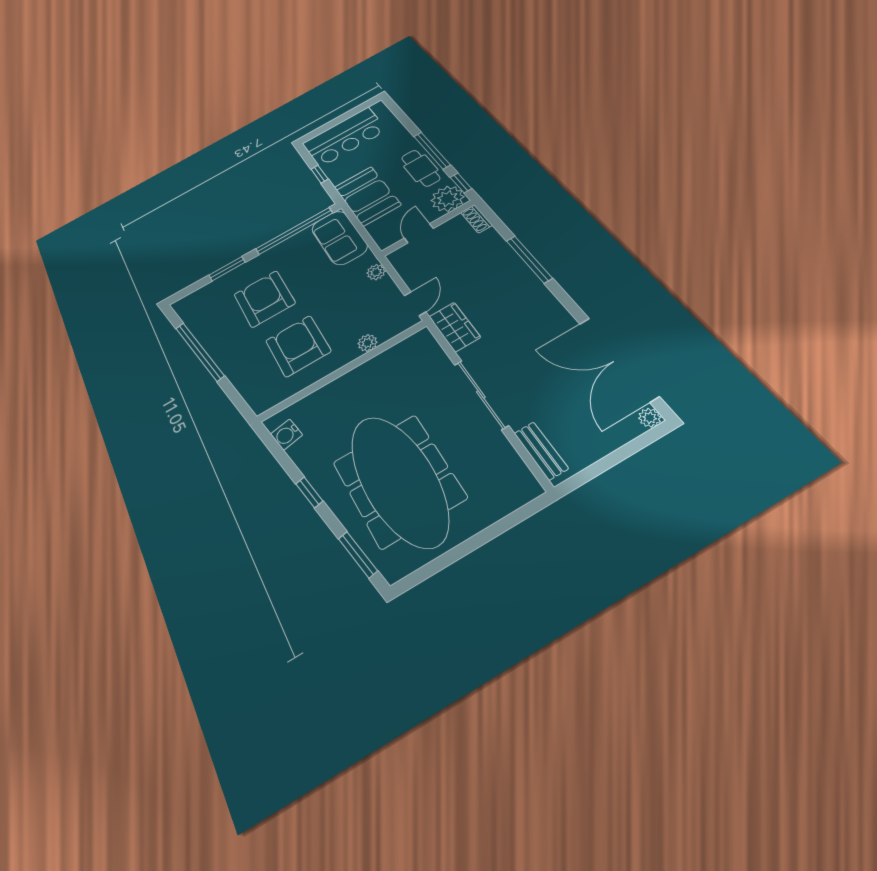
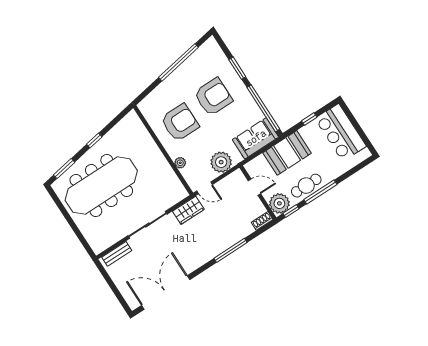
plant: (376, 272) -> (221, 162), width x1.88, depth x1.88
plant: (650, 418) -> (133, 304), removed
water cooler: (287, 435) -> (126, 124), removed

